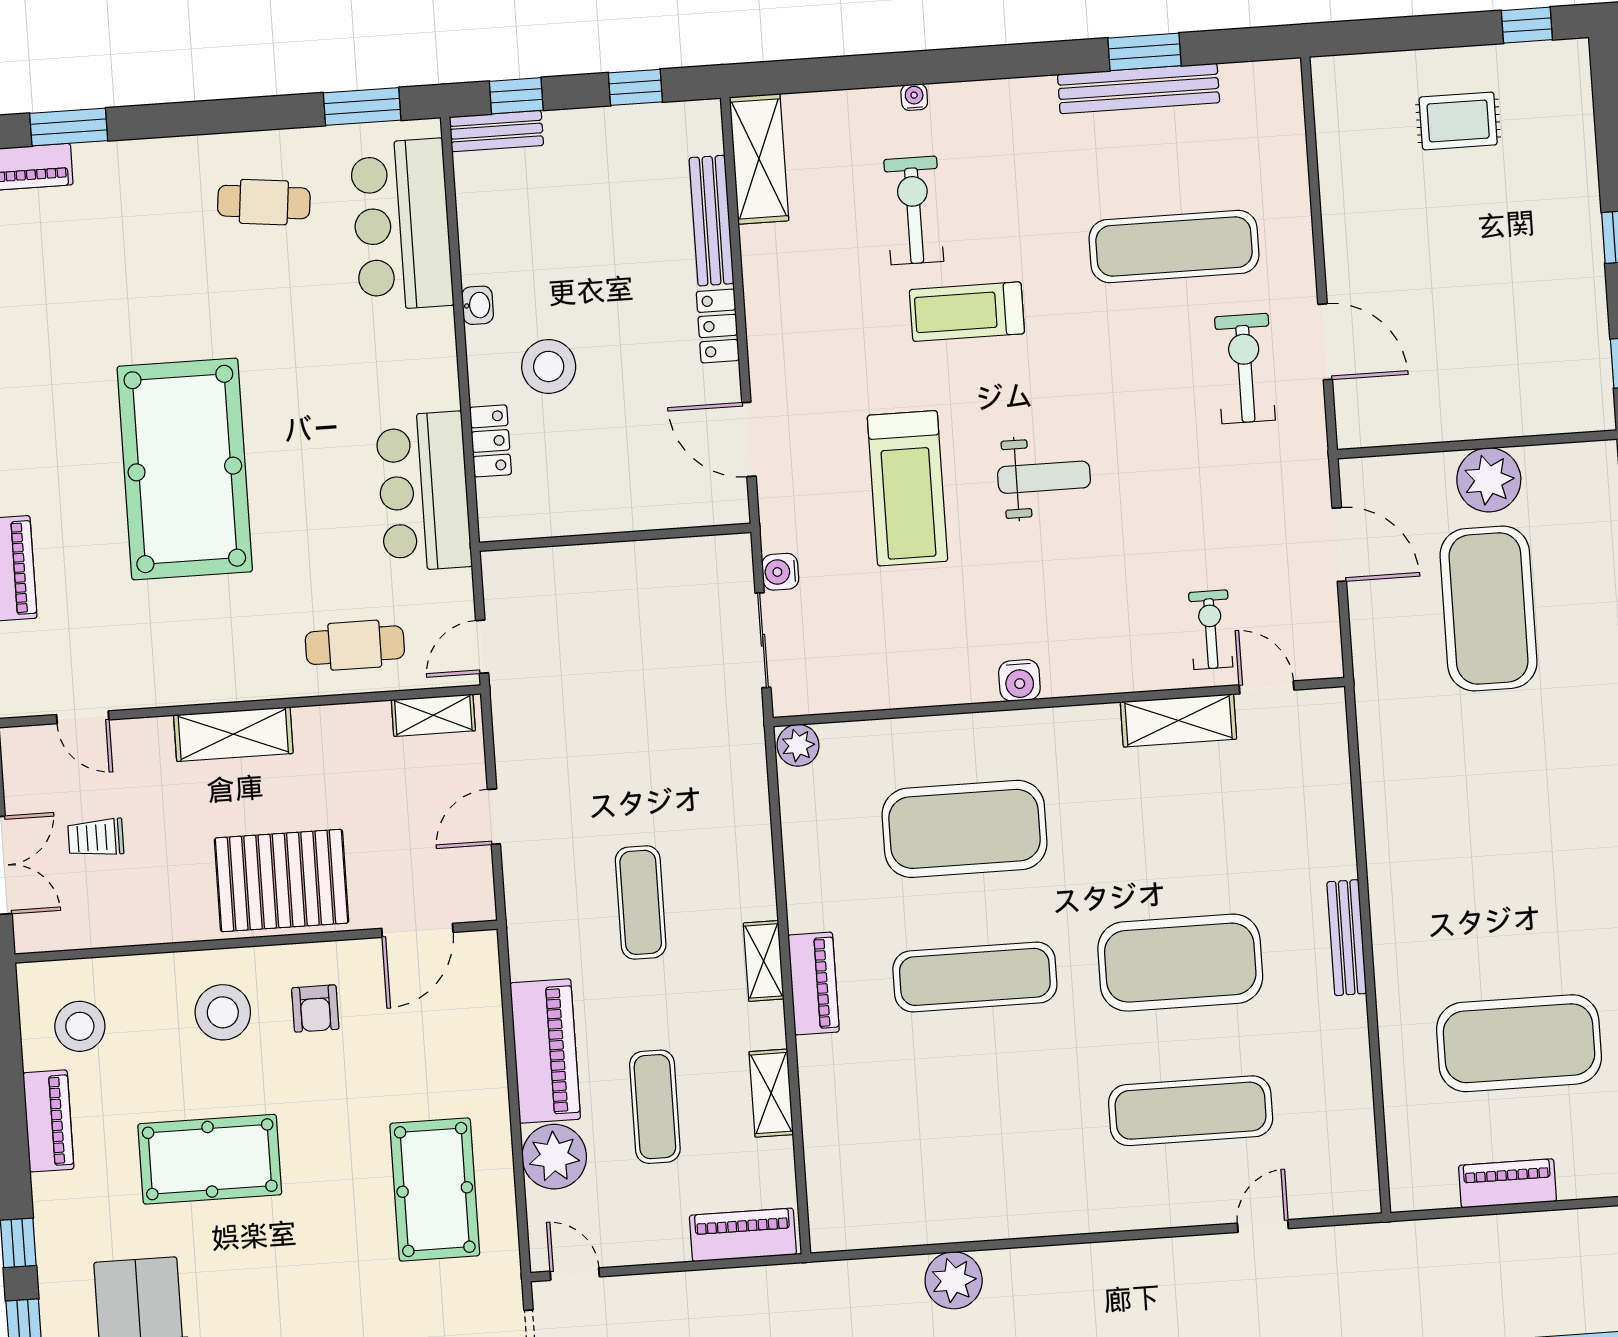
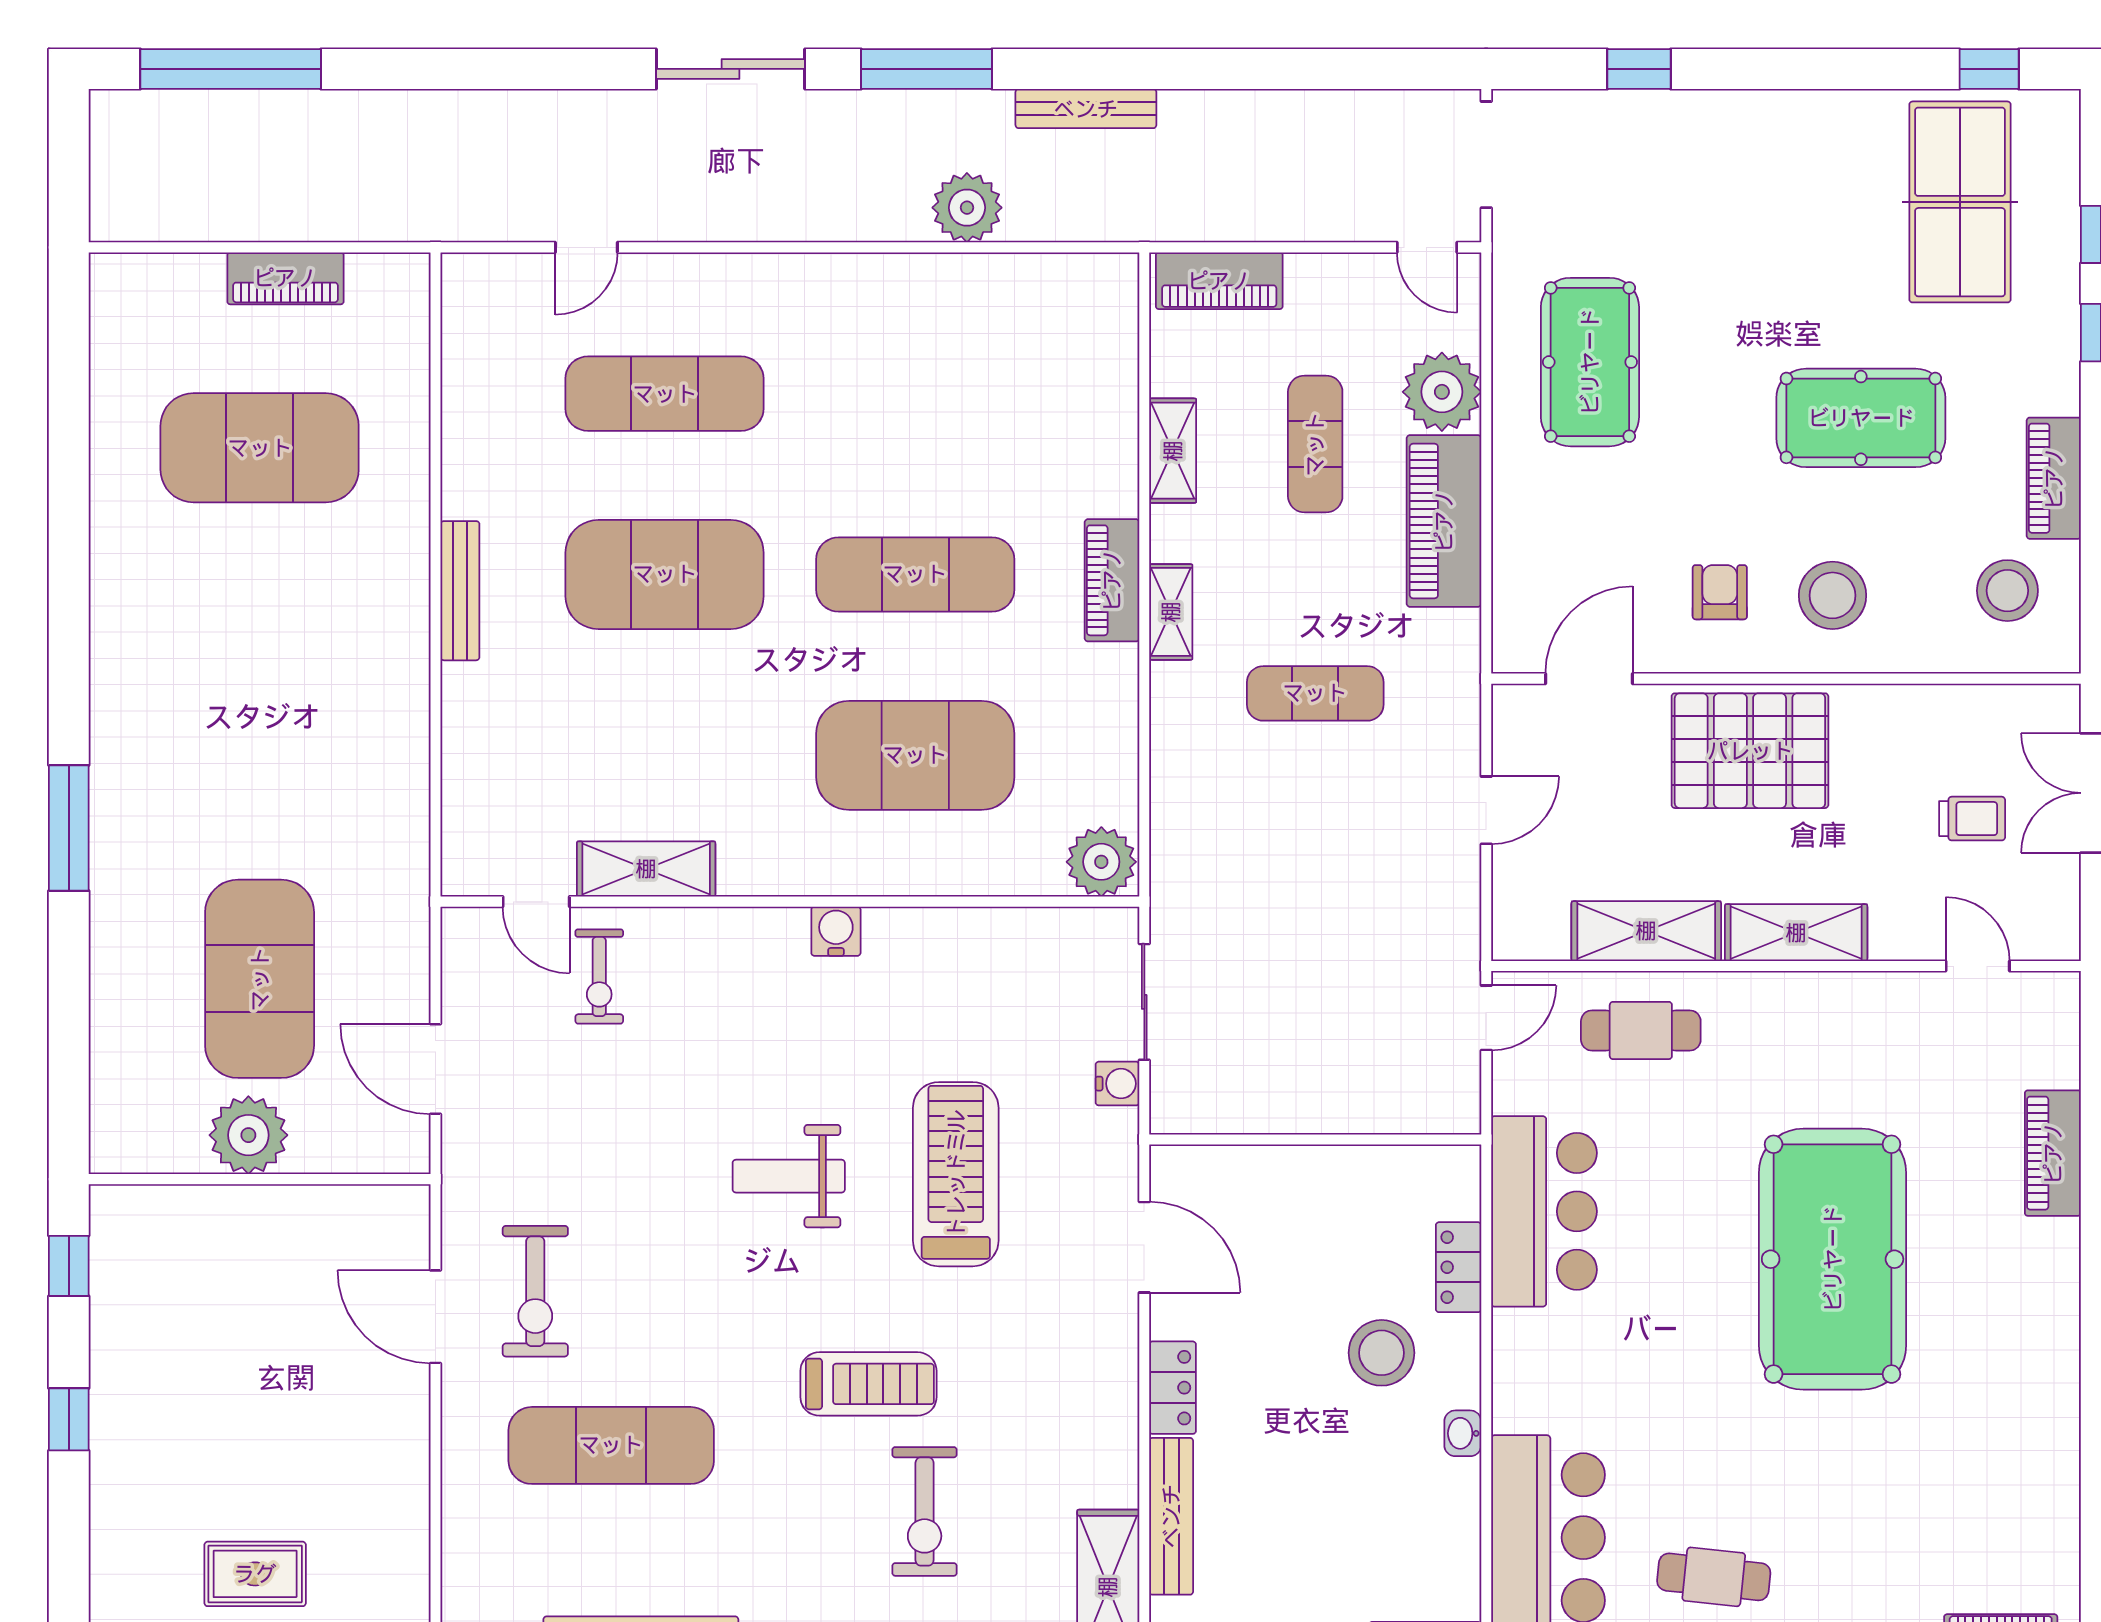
shelving: (433, 715) -> (1646, 931), moved, width x1.50, depth x1.33
plant: (798, 745) -> (1101, 862), width x1.36, depth x1.36
exercise mat: (641, 902) -> (1315, 693), turned 90

